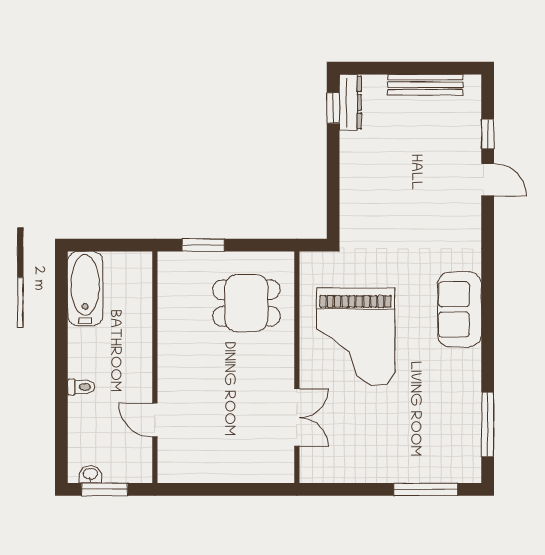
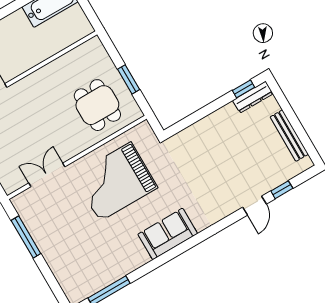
window: (203, 245) -> (129, 79), moved
double door: (297, 418) -> (47, 175), swing flipped
window: (426, 489) -> (26, 237), moved

